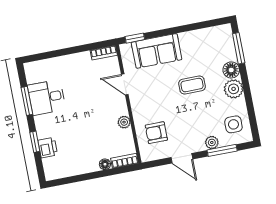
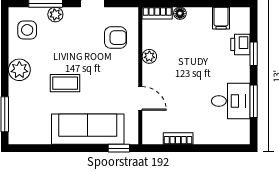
sofa: (157, 51) -> (88, 129), width x1.36
bookcase: (104, 53) -> (178, 139), moved
floor lamp: (231, 70) -> (18, 91), removed
filing cabinet: (69, 167) -> (221, 18), added

